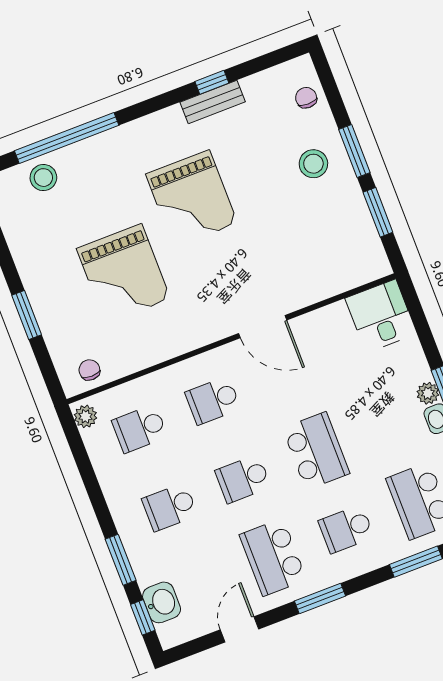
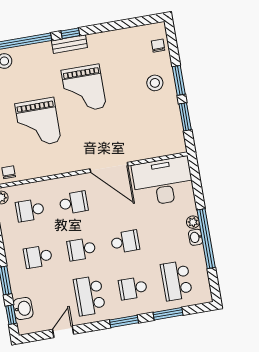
window: (212, 82) -> (70, 33), moved
bench: (213, 102) -> (69, 44), moved
desk: (381, 316) -> (163, 182), width x1.87, depth x1.30
door: (263, 327) -> (109, 167), width x1.36
school desk: (213, 401) -> (73, 203), turned 180
school desk: (316, 451) -> (125, 242), width x0.54
window: (320, 598) -> (124, 321), moved

